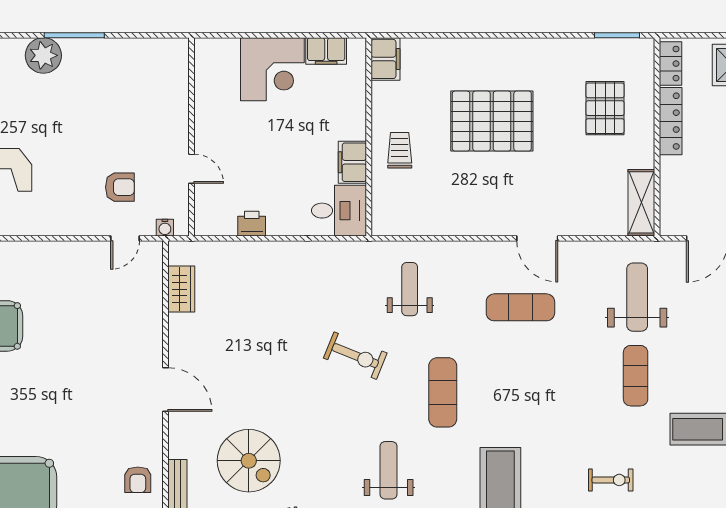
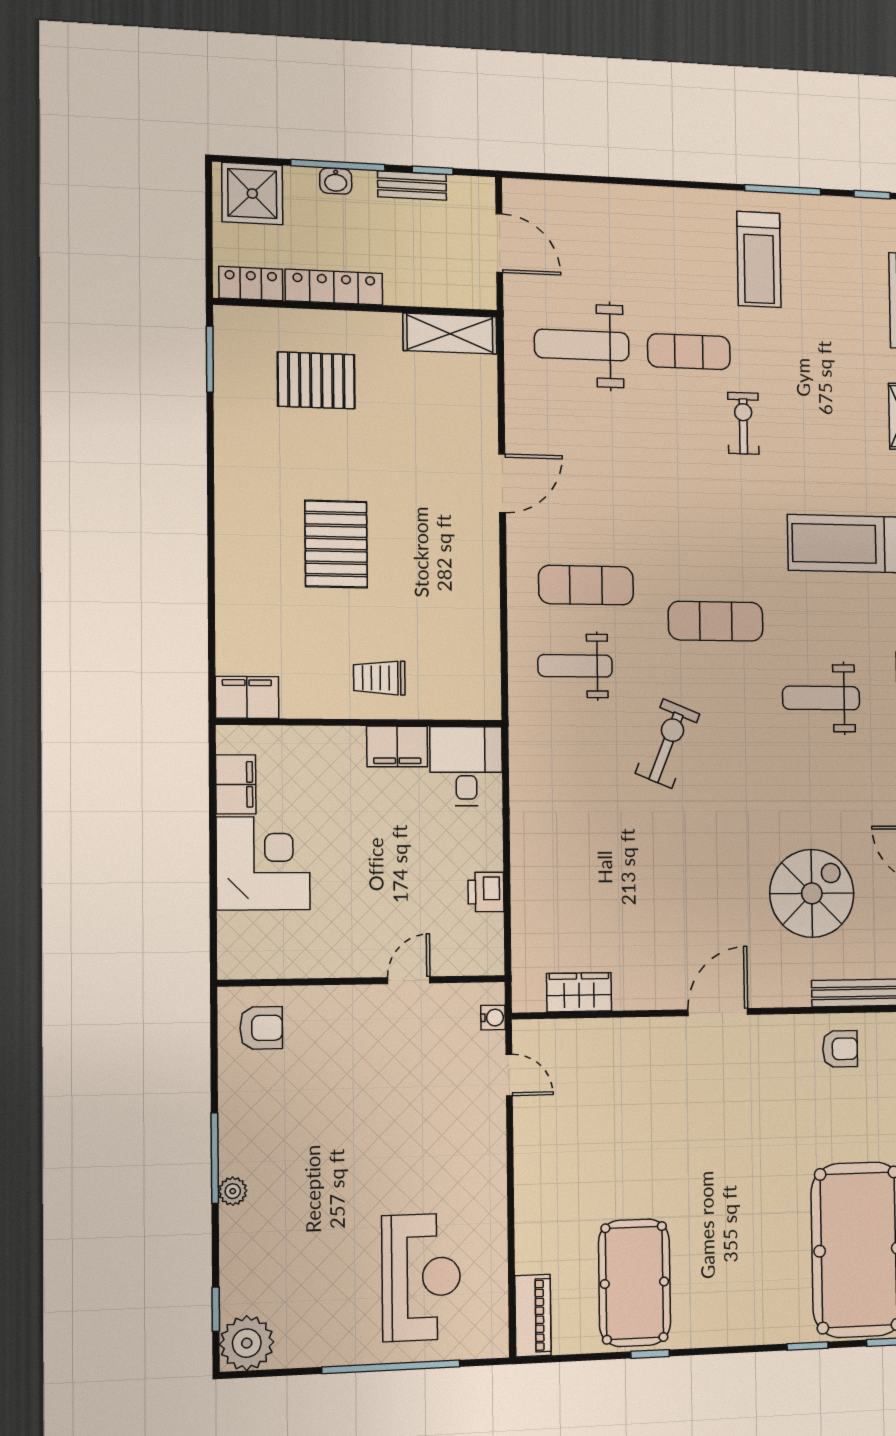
plant: (43, 55) -> (233, 1191), width x0.53, depth x0.53
pallet: (492, 121) -> (336, 544), width x0.73, depth x0.71
armchair: (120, 187) -> (261, 1028), moved, turned 90
exercise mat: (520, 307) -> (586, 585), moved, turned 90
exercise bike: (611, 480) -> (743, 423), moved

